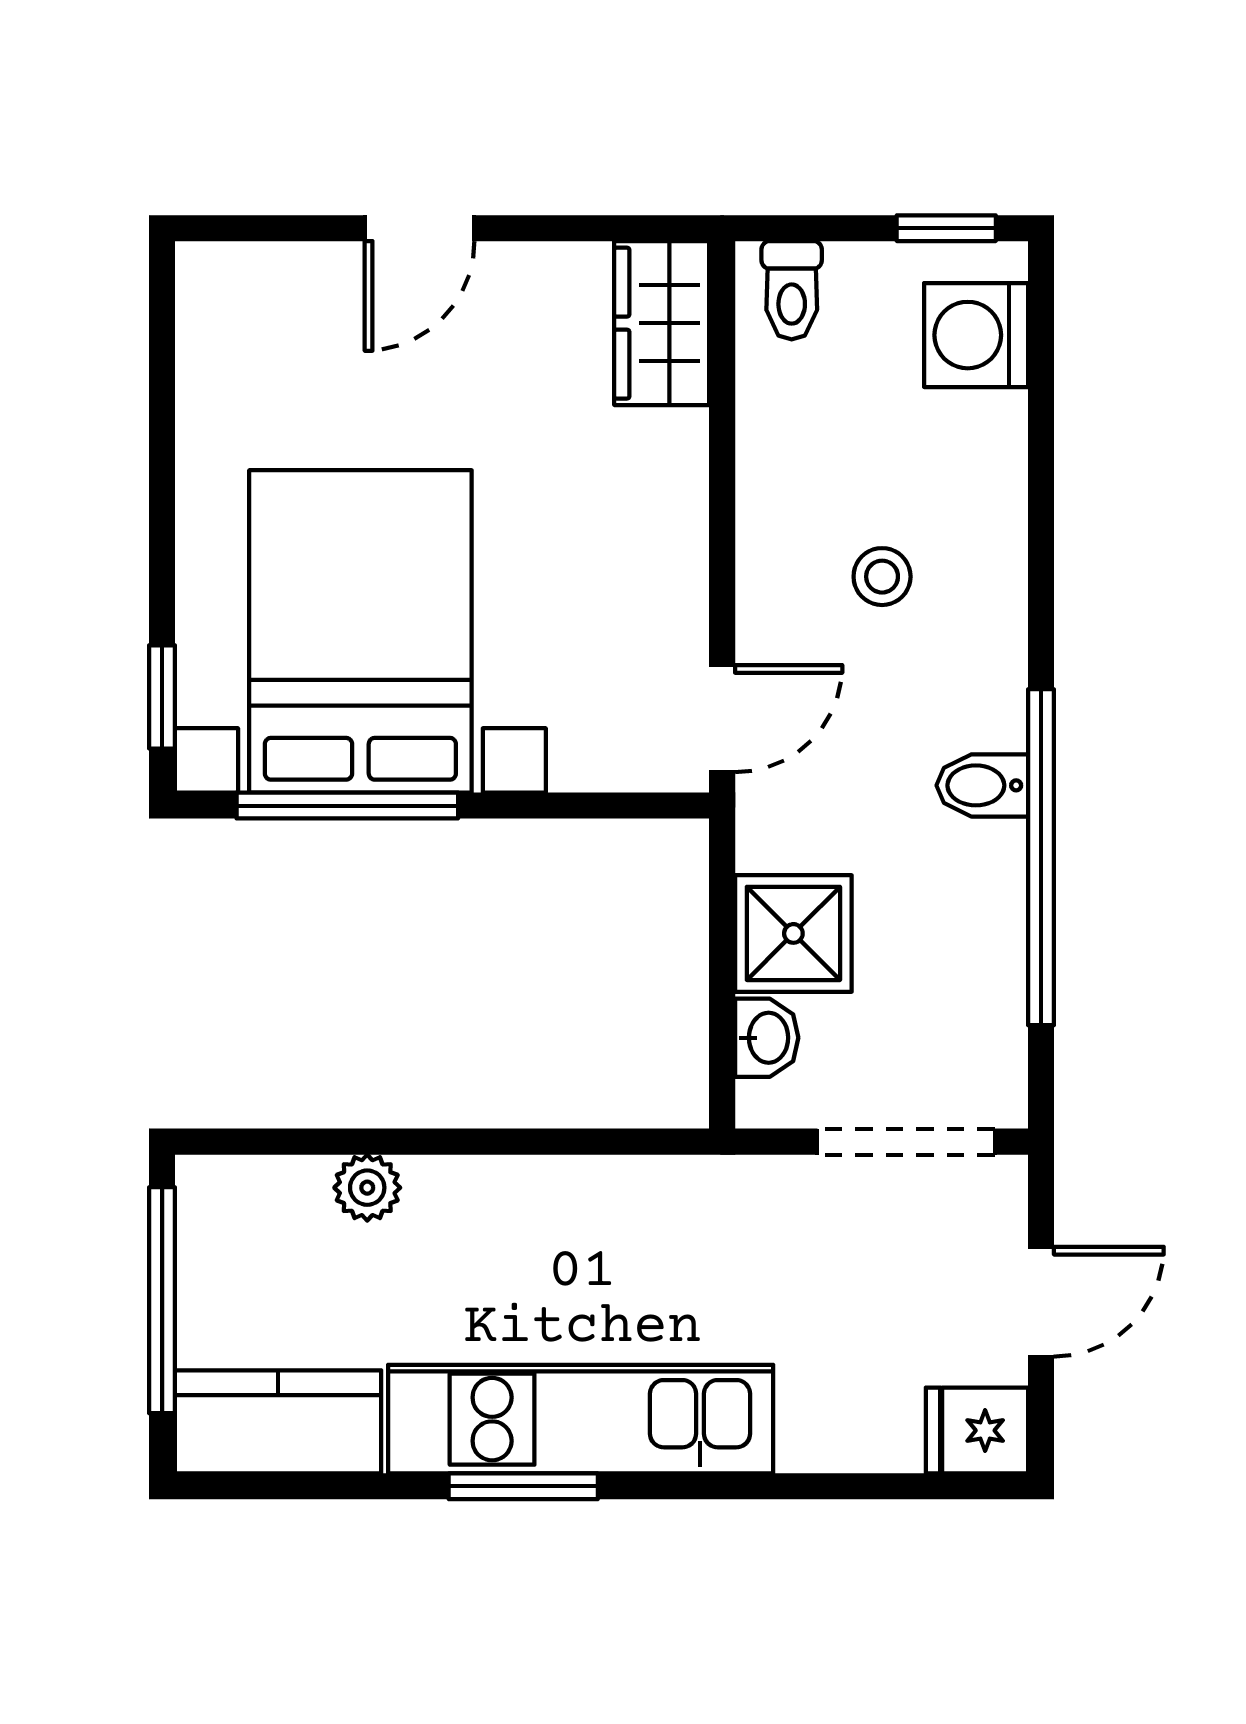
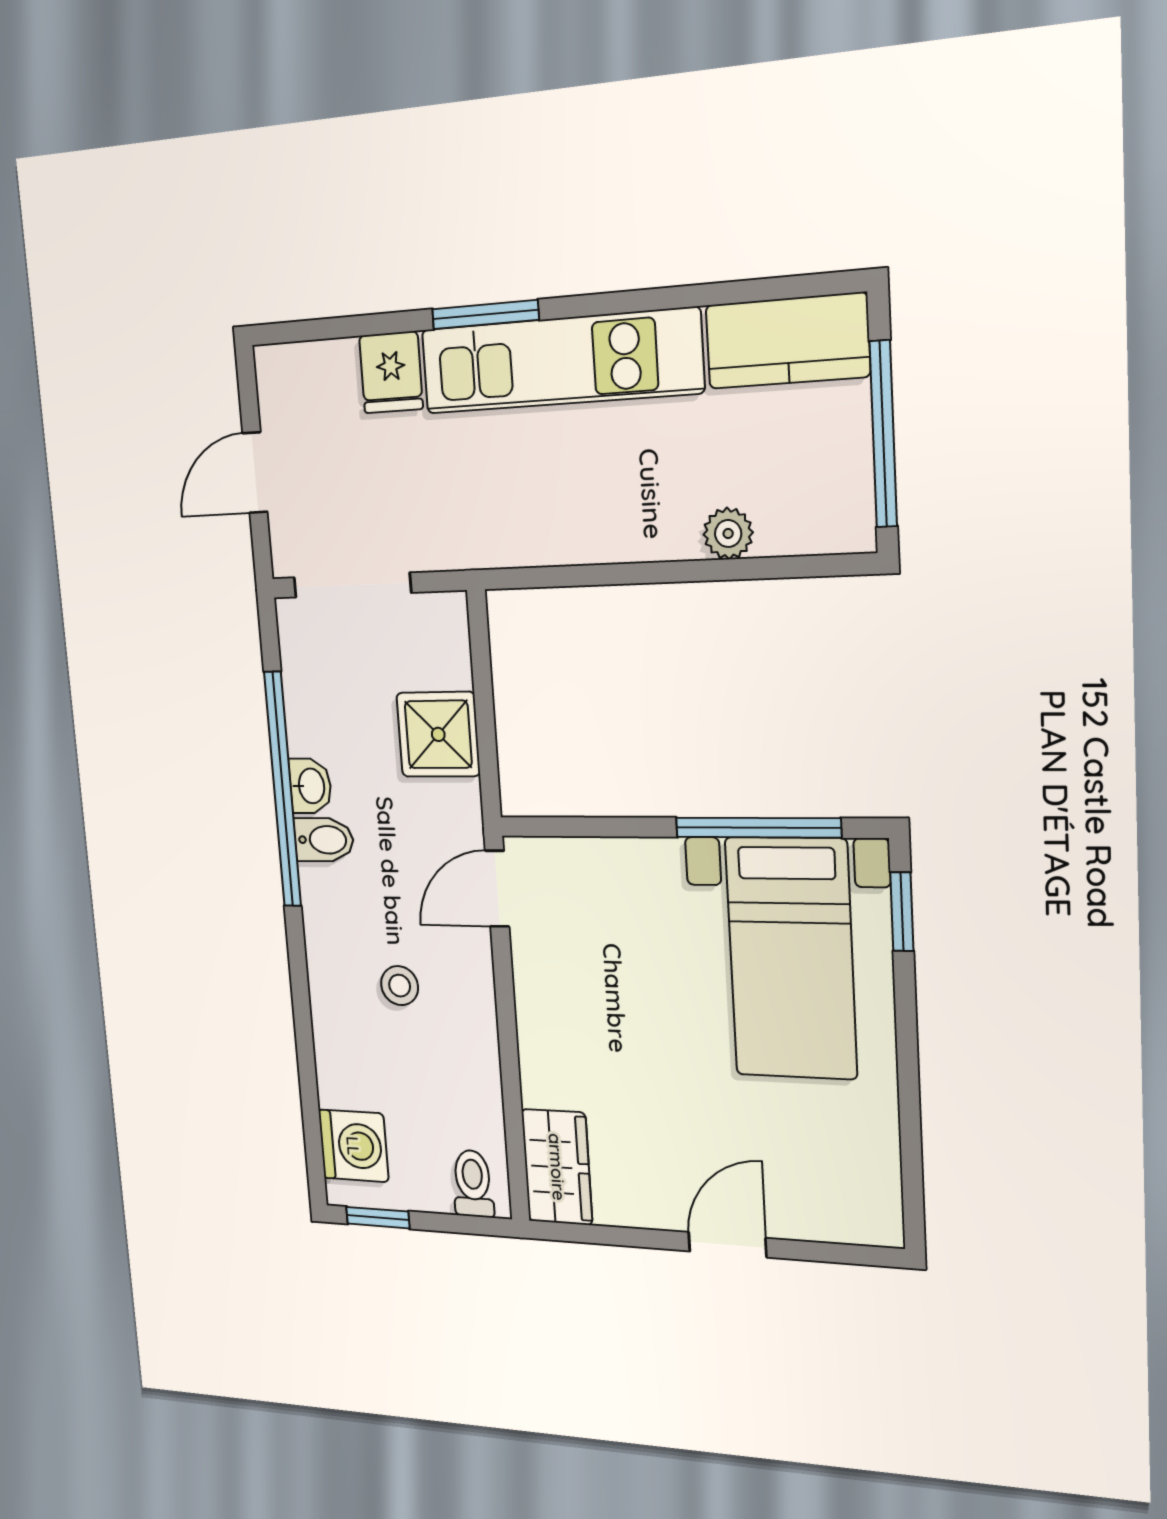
bed with nightstands: (360, 631) -> (791, 958), width x0.73
washbasin: (767, 1038) -> (310, 786), moved, turned 180
fridge: (977, 1430) -> (391, 372), moved, turned 90
window: (523, 1486) -> (485, 315), moved

